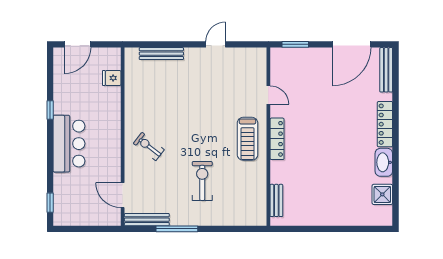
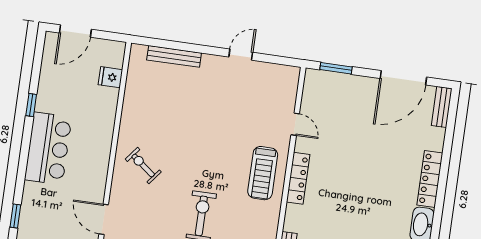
bench: (386, 70) -> (442, 107), width x0.73

